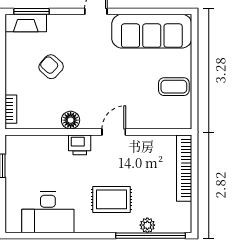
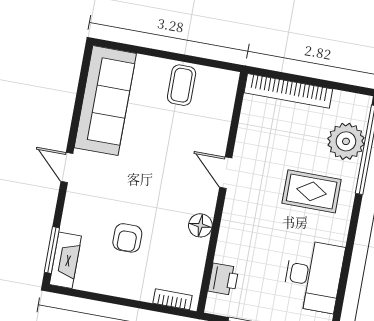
armchair: (51, 67) -> (127, 238), turned -42
printer: (80, 145) -> (223, 279), moved
rug: (111, 199) -> (312, 191), turned 90
plant: (147, 225) -> (346, 141), width x1.87, depth x1.87

